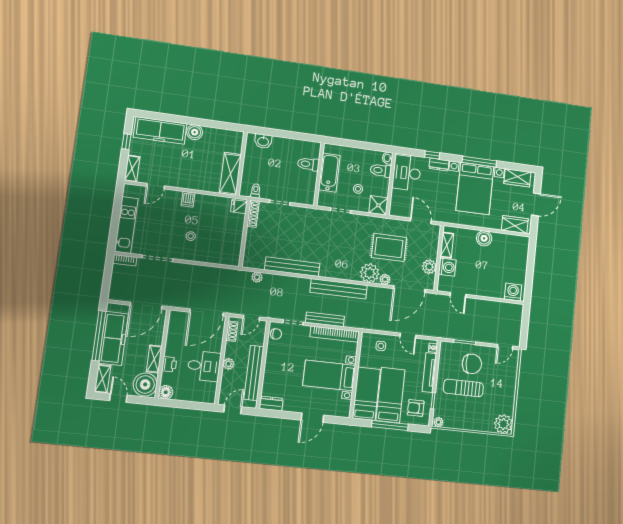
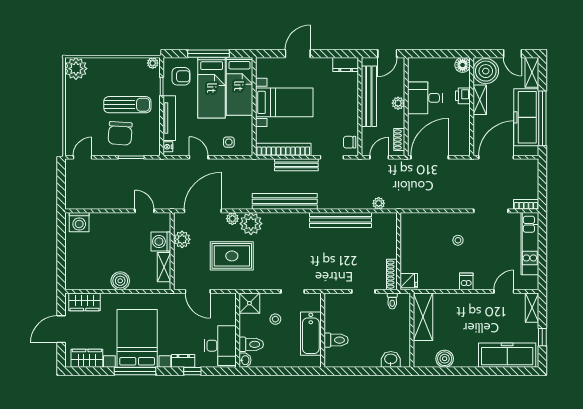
boiler: (195, 132) -> (445, 359), moved
chair: (472, 364) -> (120, 133), turned -82

